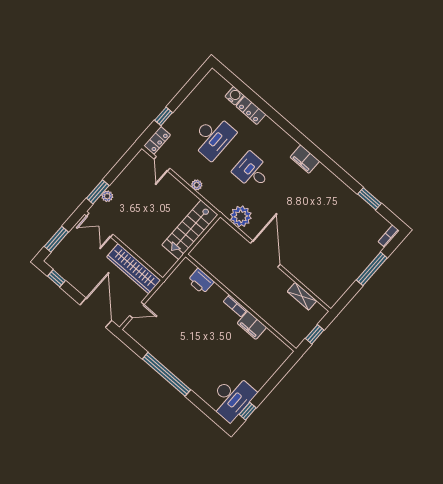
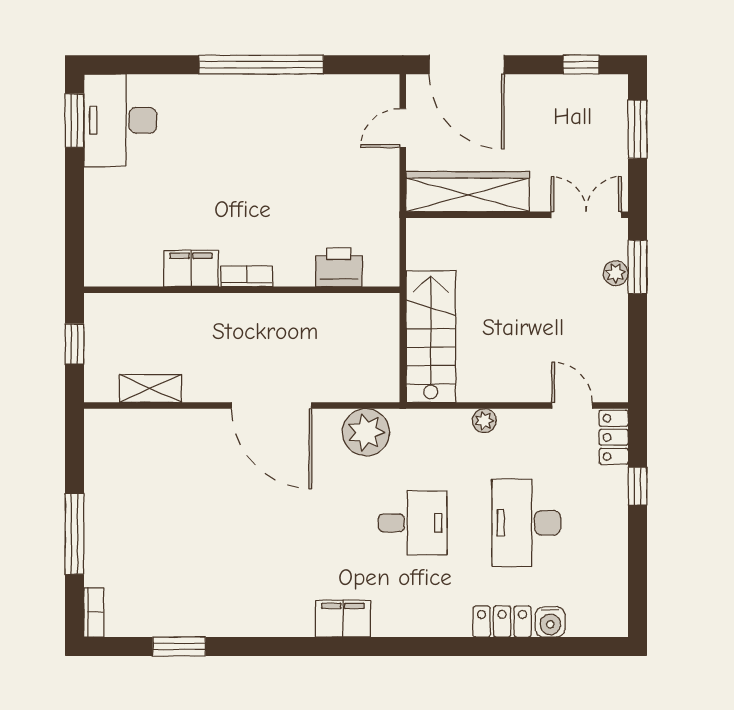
window: (248, 411) -> (74, 121), width x1.50

